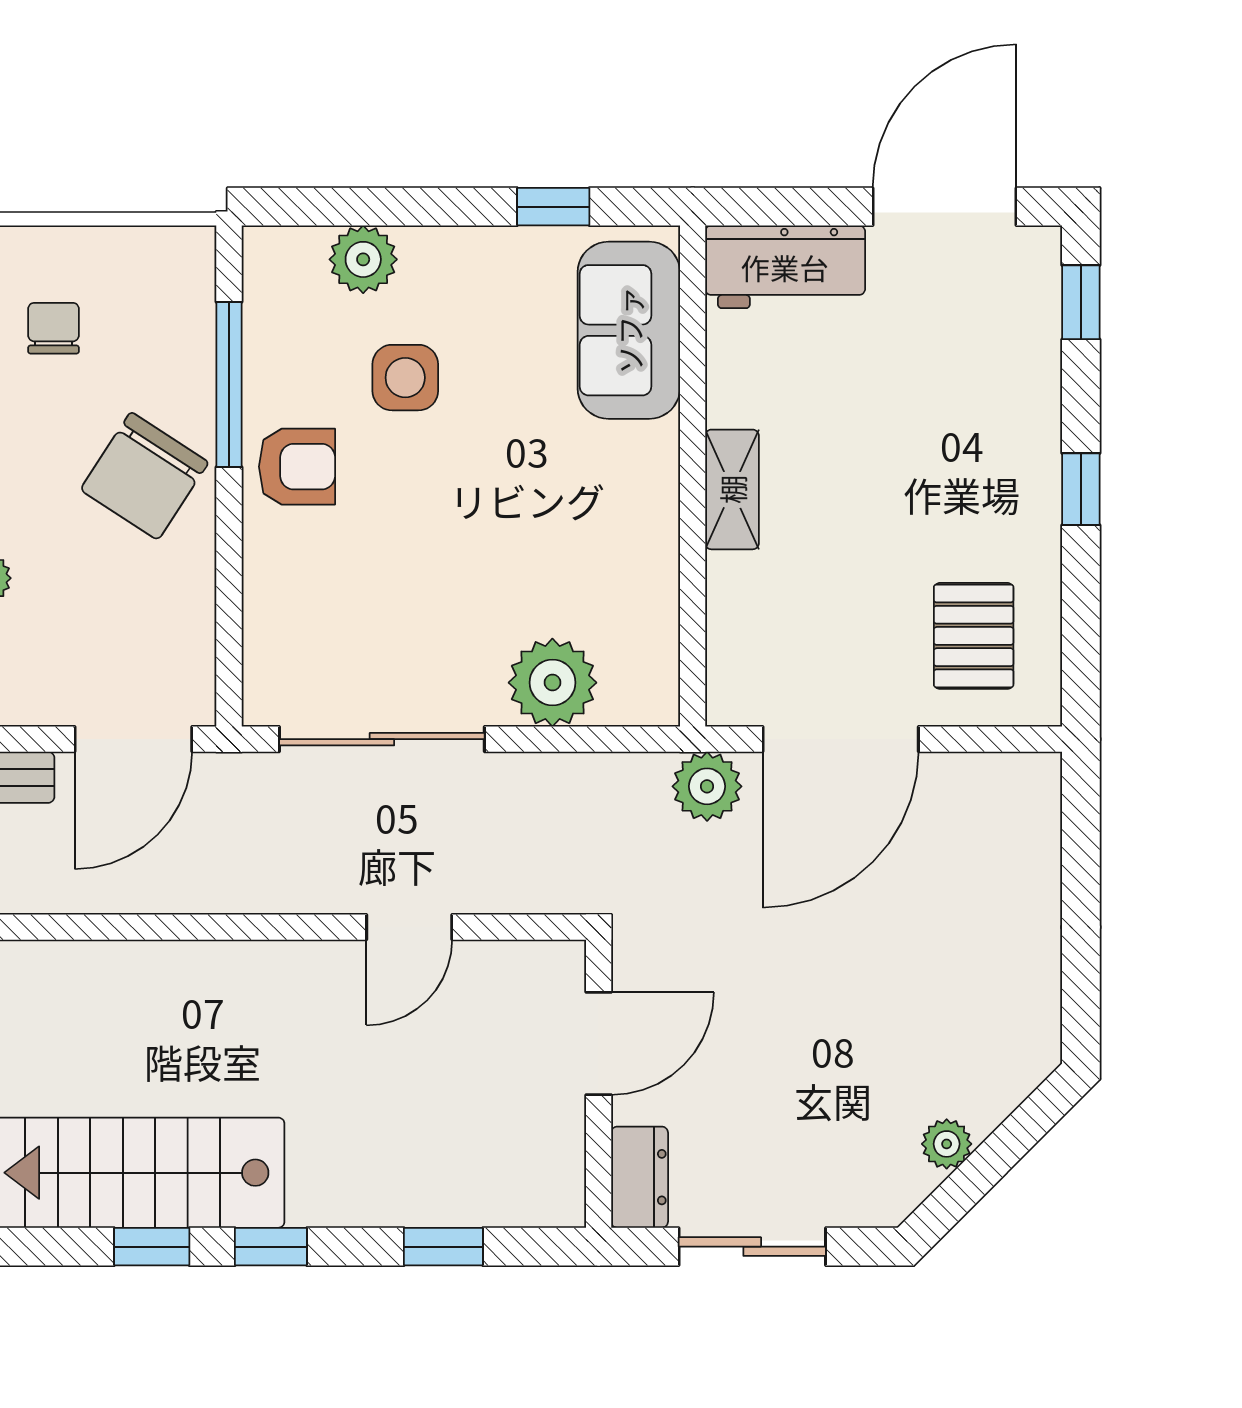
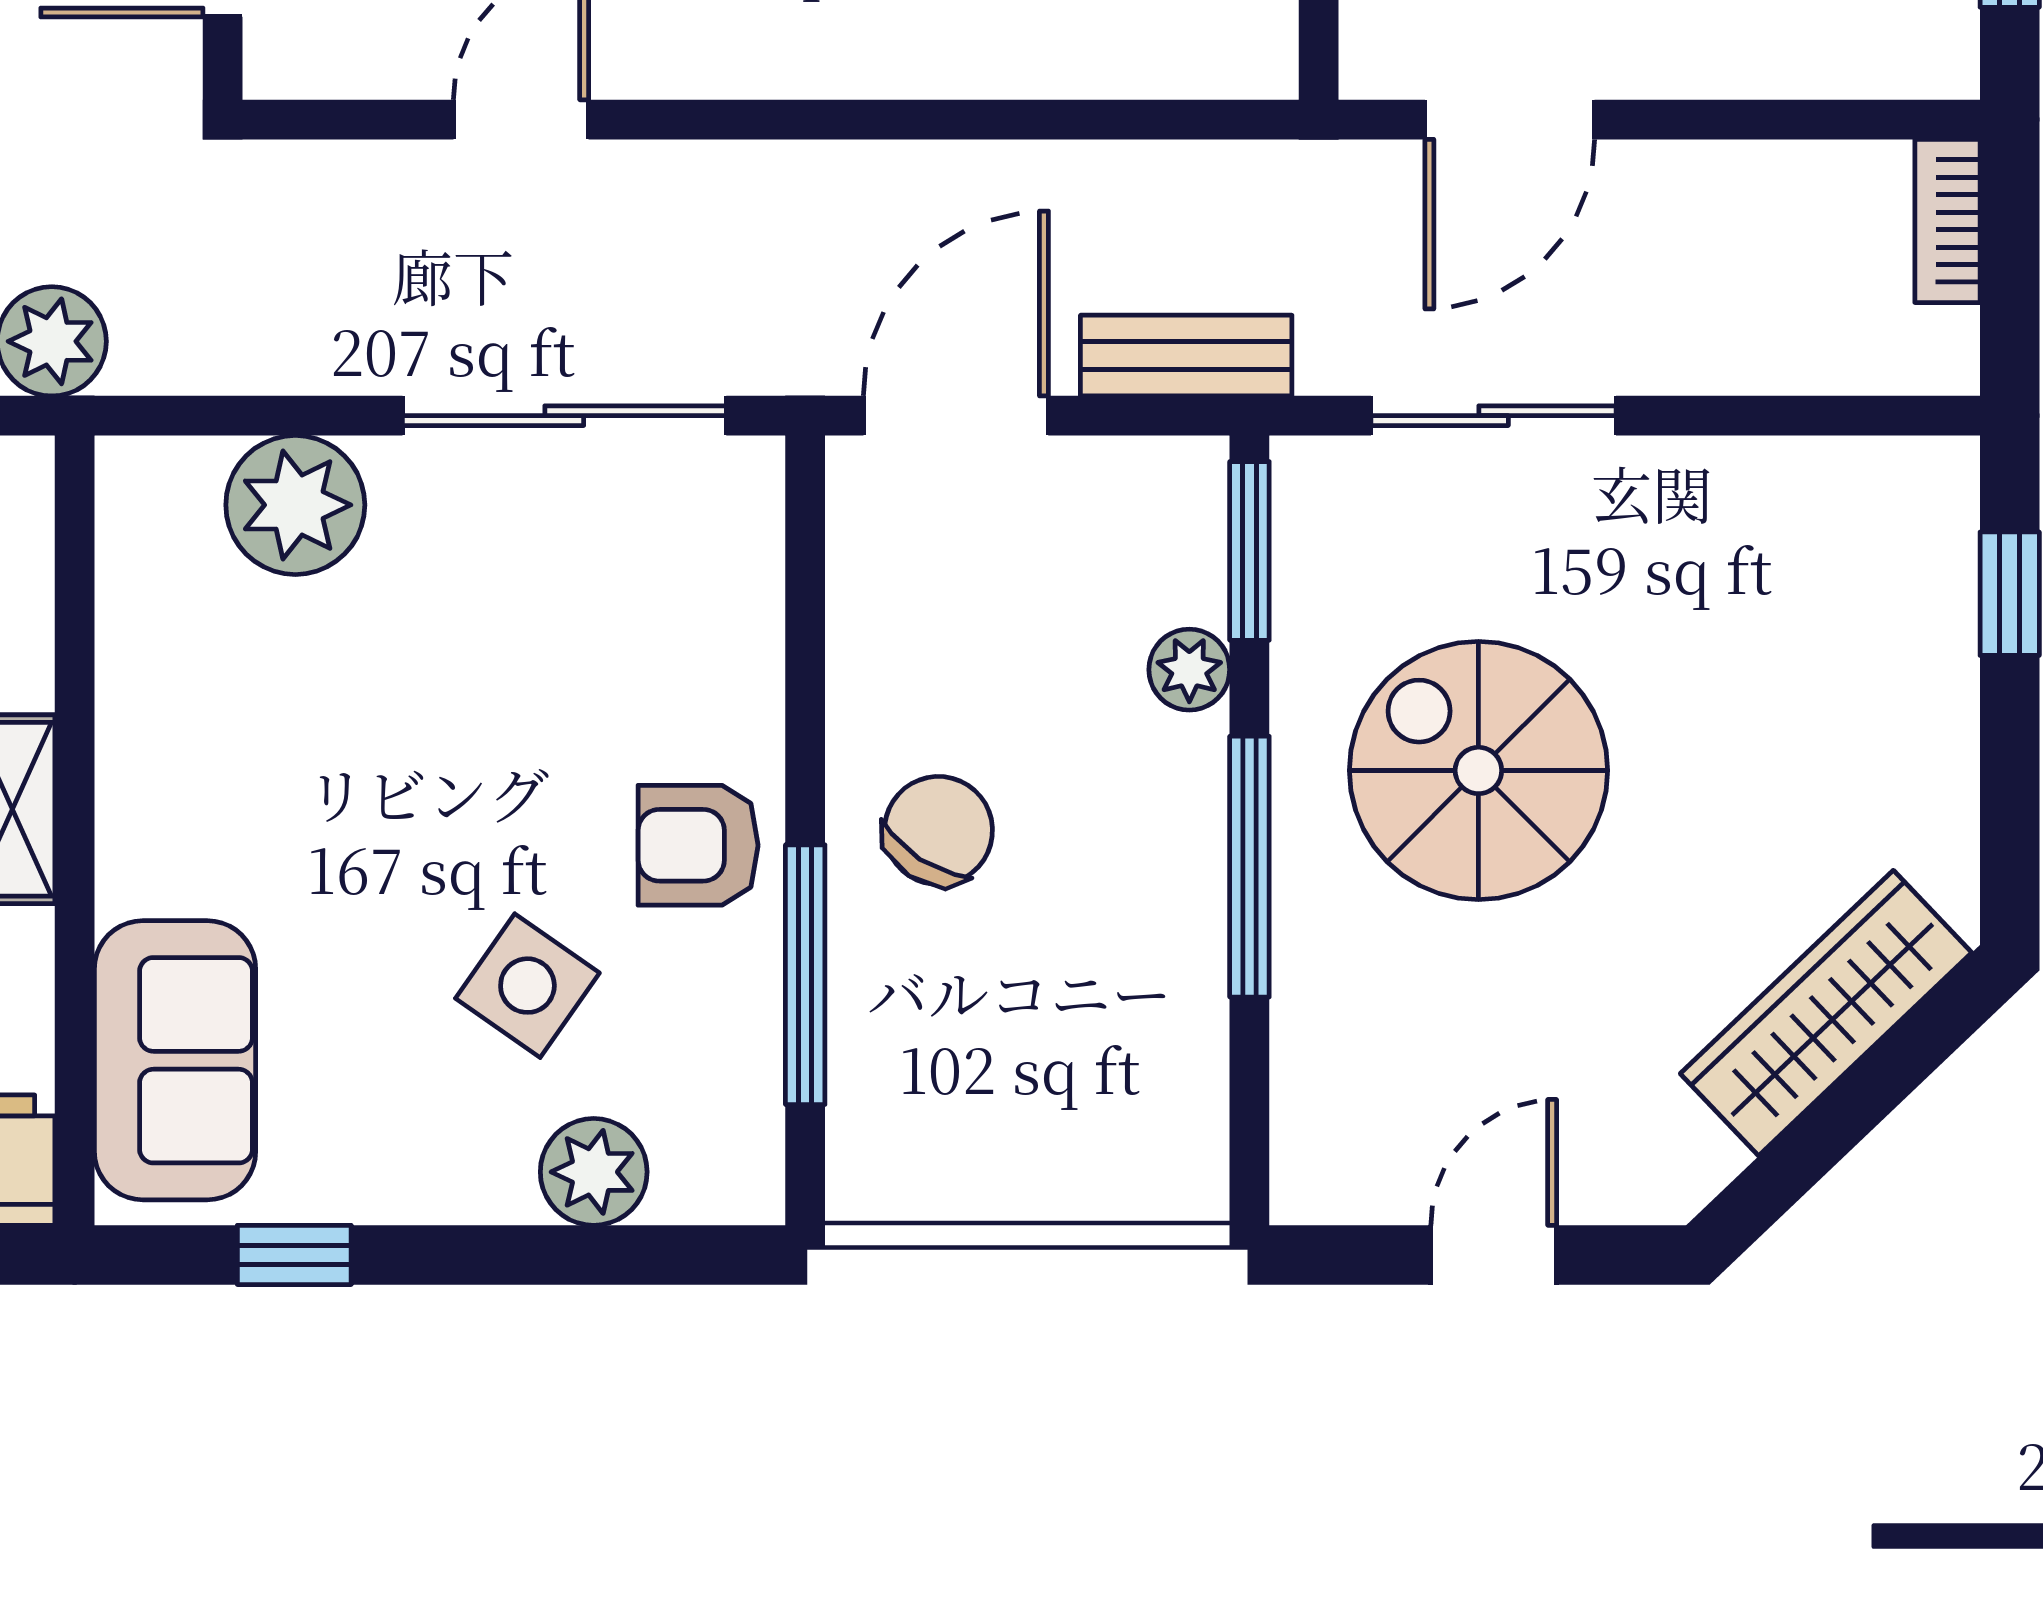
chair: (54, 328) -> (1082, 1063), removed
side table: (405, 378) -> (527, 986), turned 35
chair: (144, 476) -> (938, 830), width x0.73, depth x0.73

